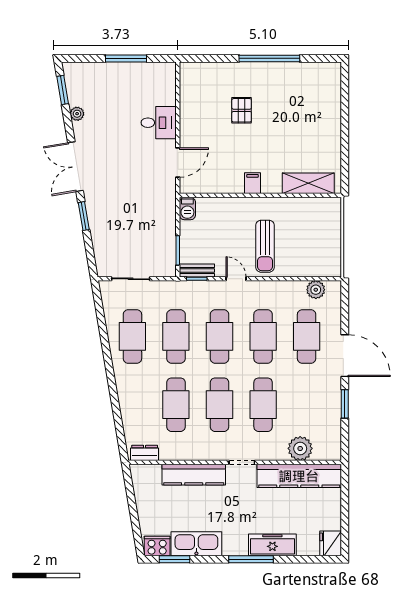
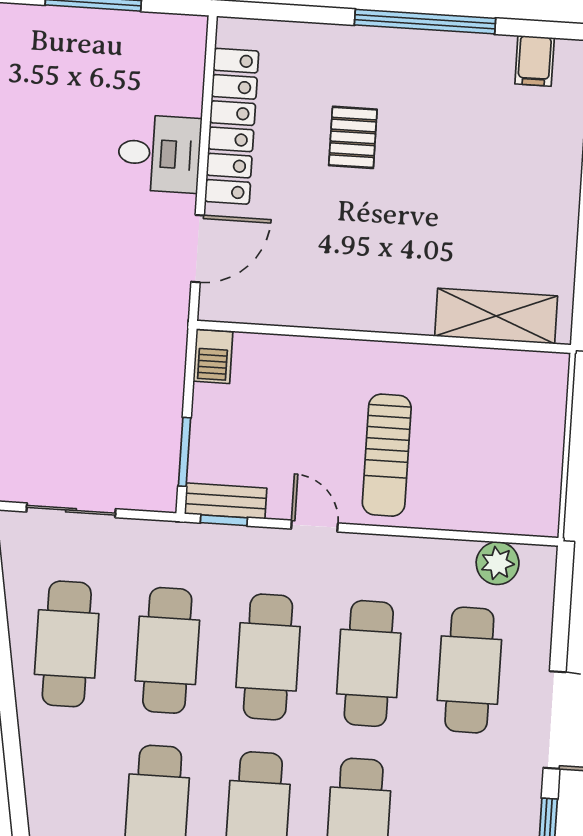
locker: (189, 109) -> (232, 126), added
filing cabinet: (253, 183) -> (535, 61), moved, turned 180

